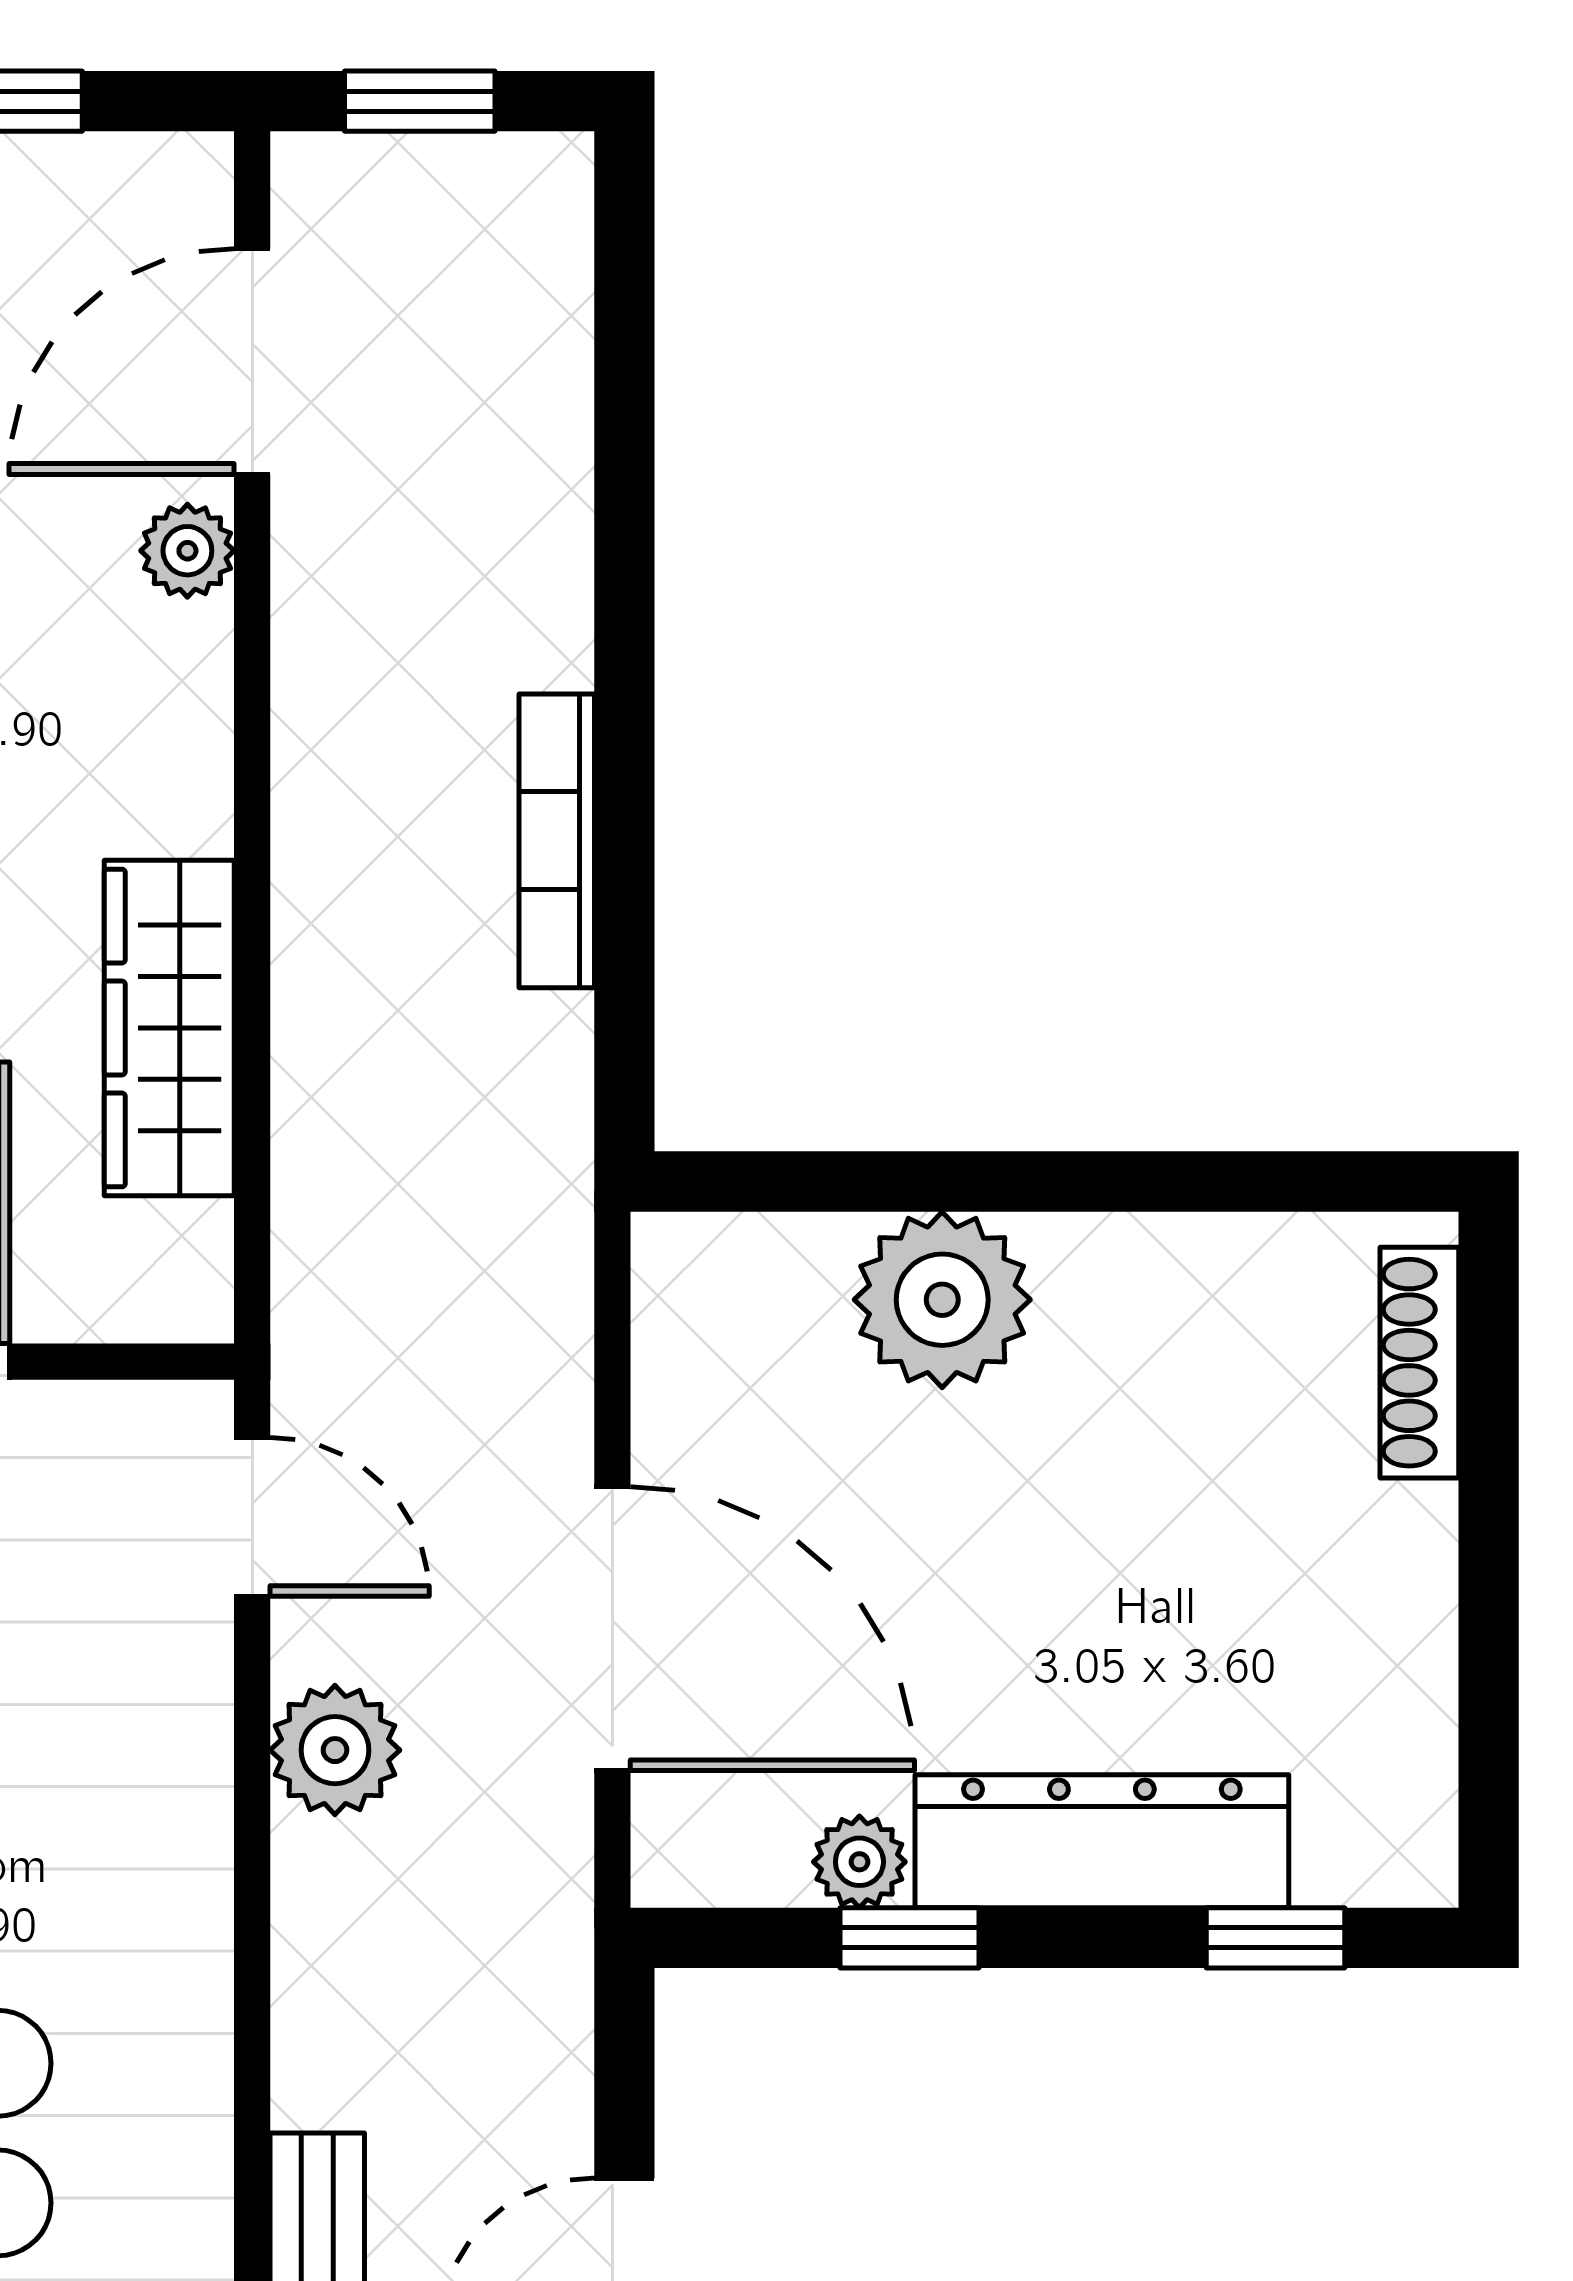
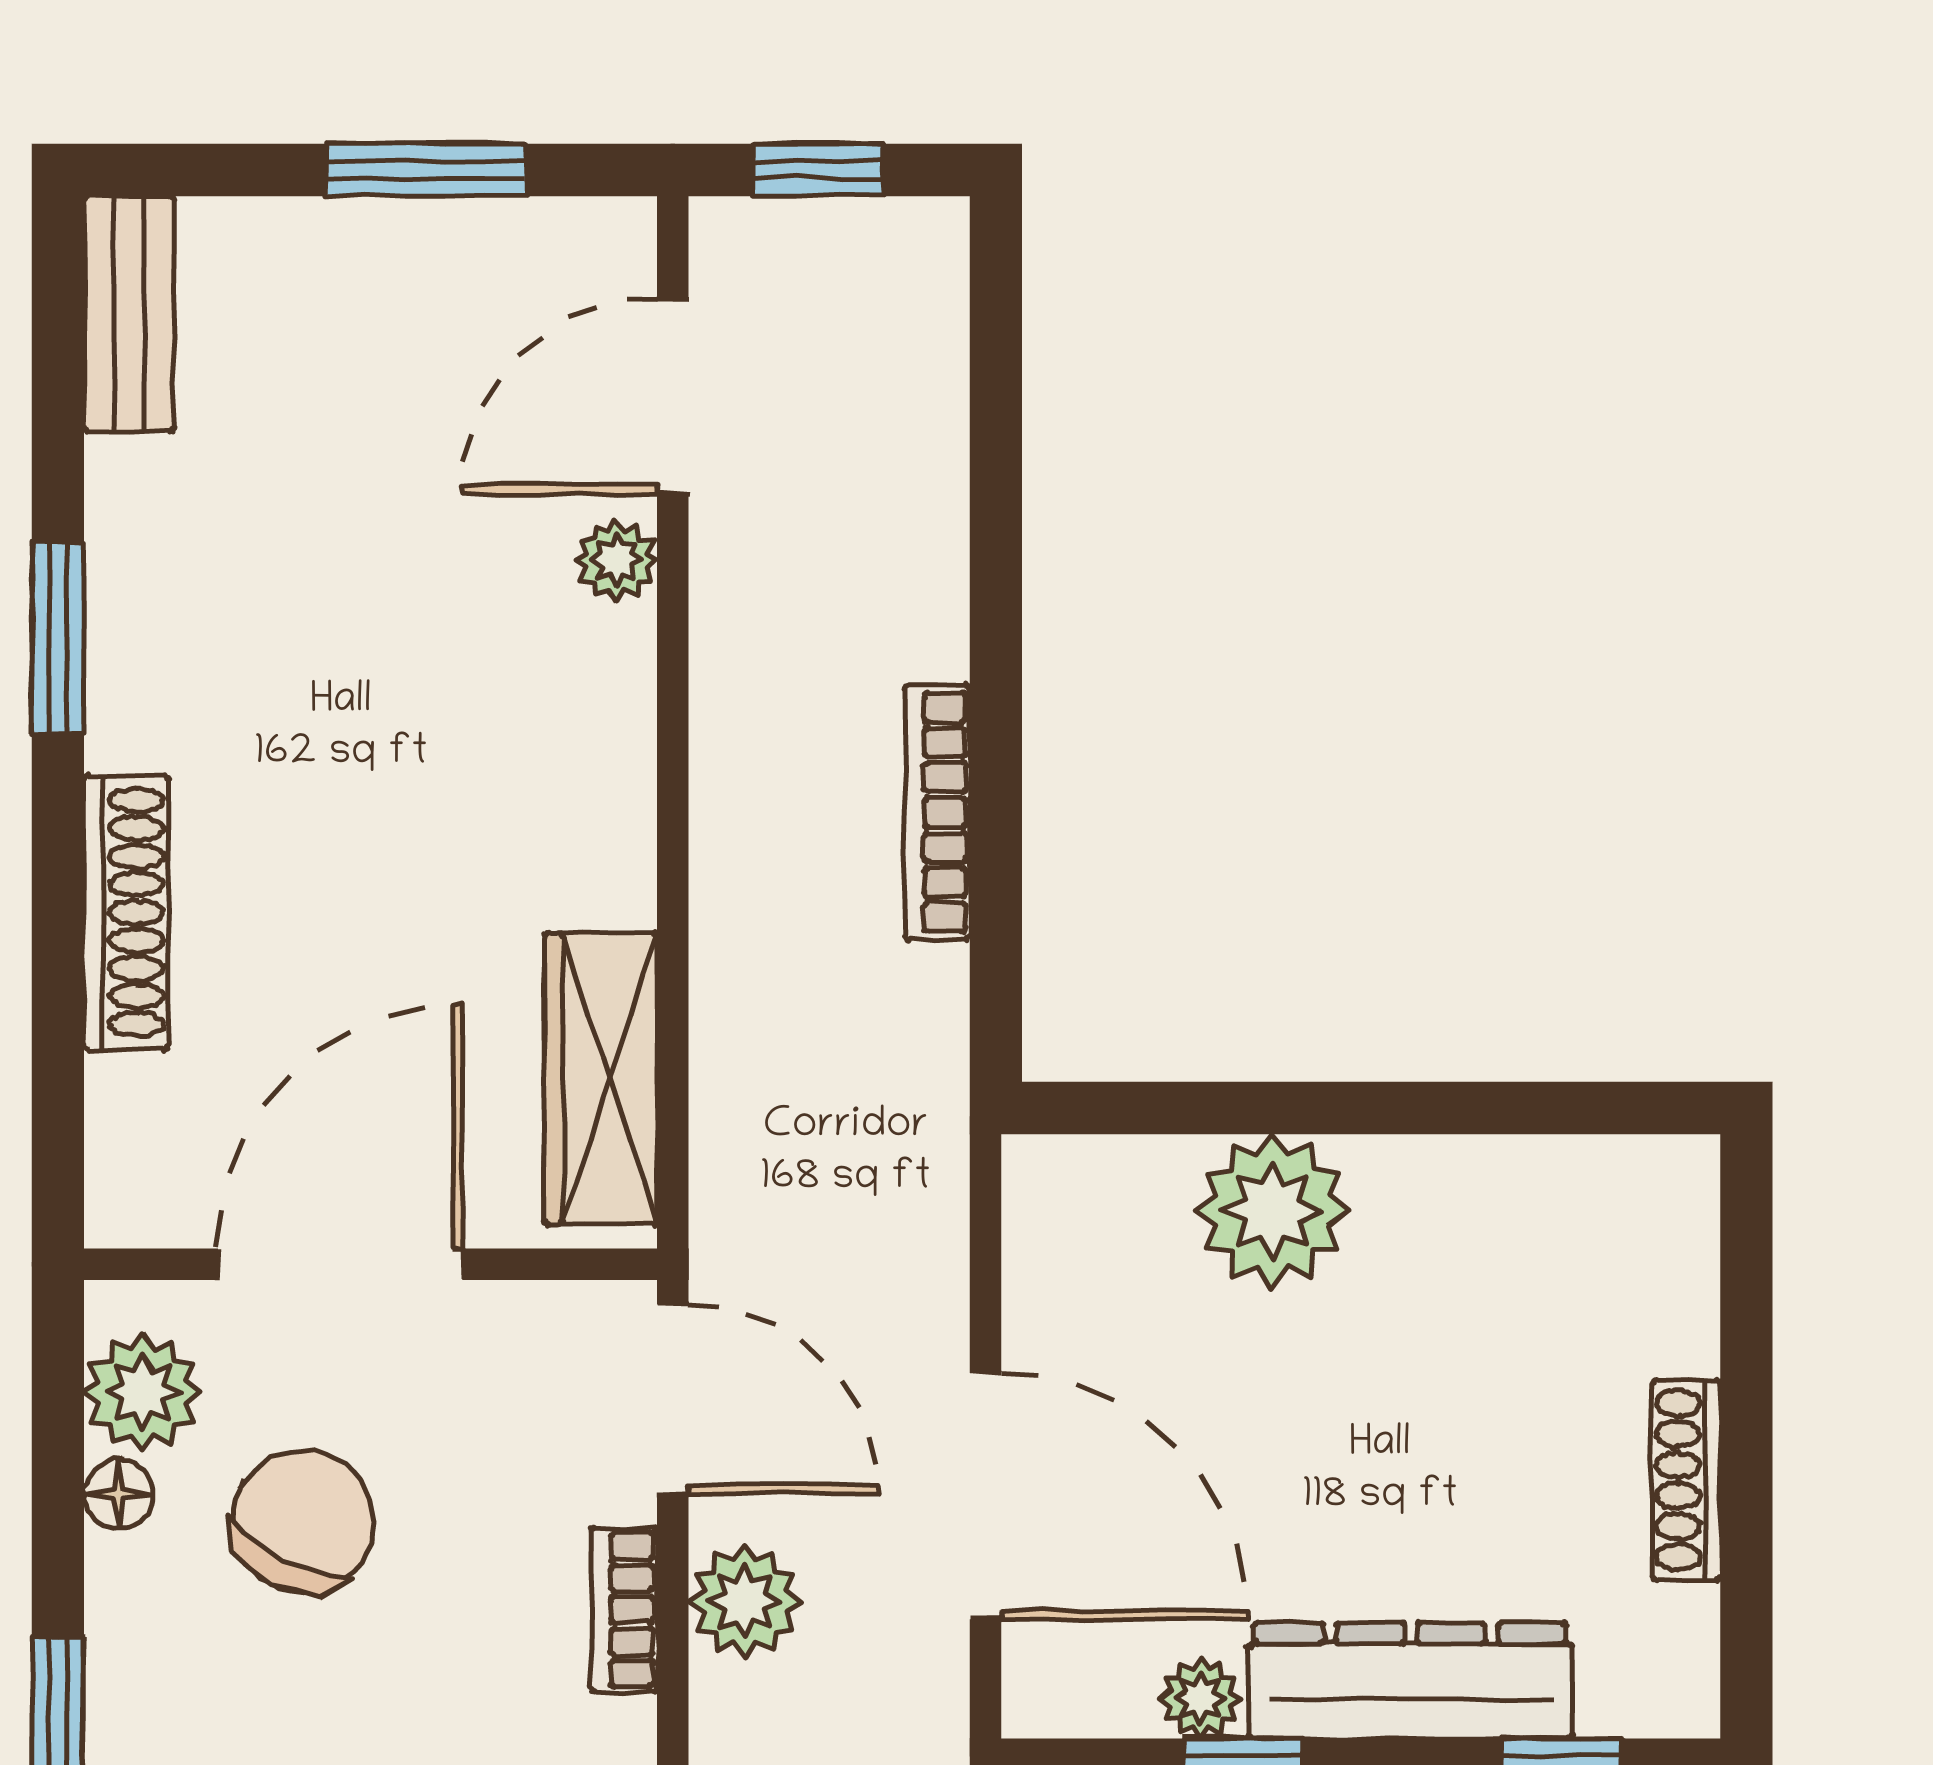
wardrobe: (169, 1028) -> (601, 1079), moved
shoe rack: (1419, 1363) -> (1686, 1480), moved
door: (252, 1517) -> (673, 1399), width x1.38
bookcase: (196, 1759) -> (624, 1610), added

